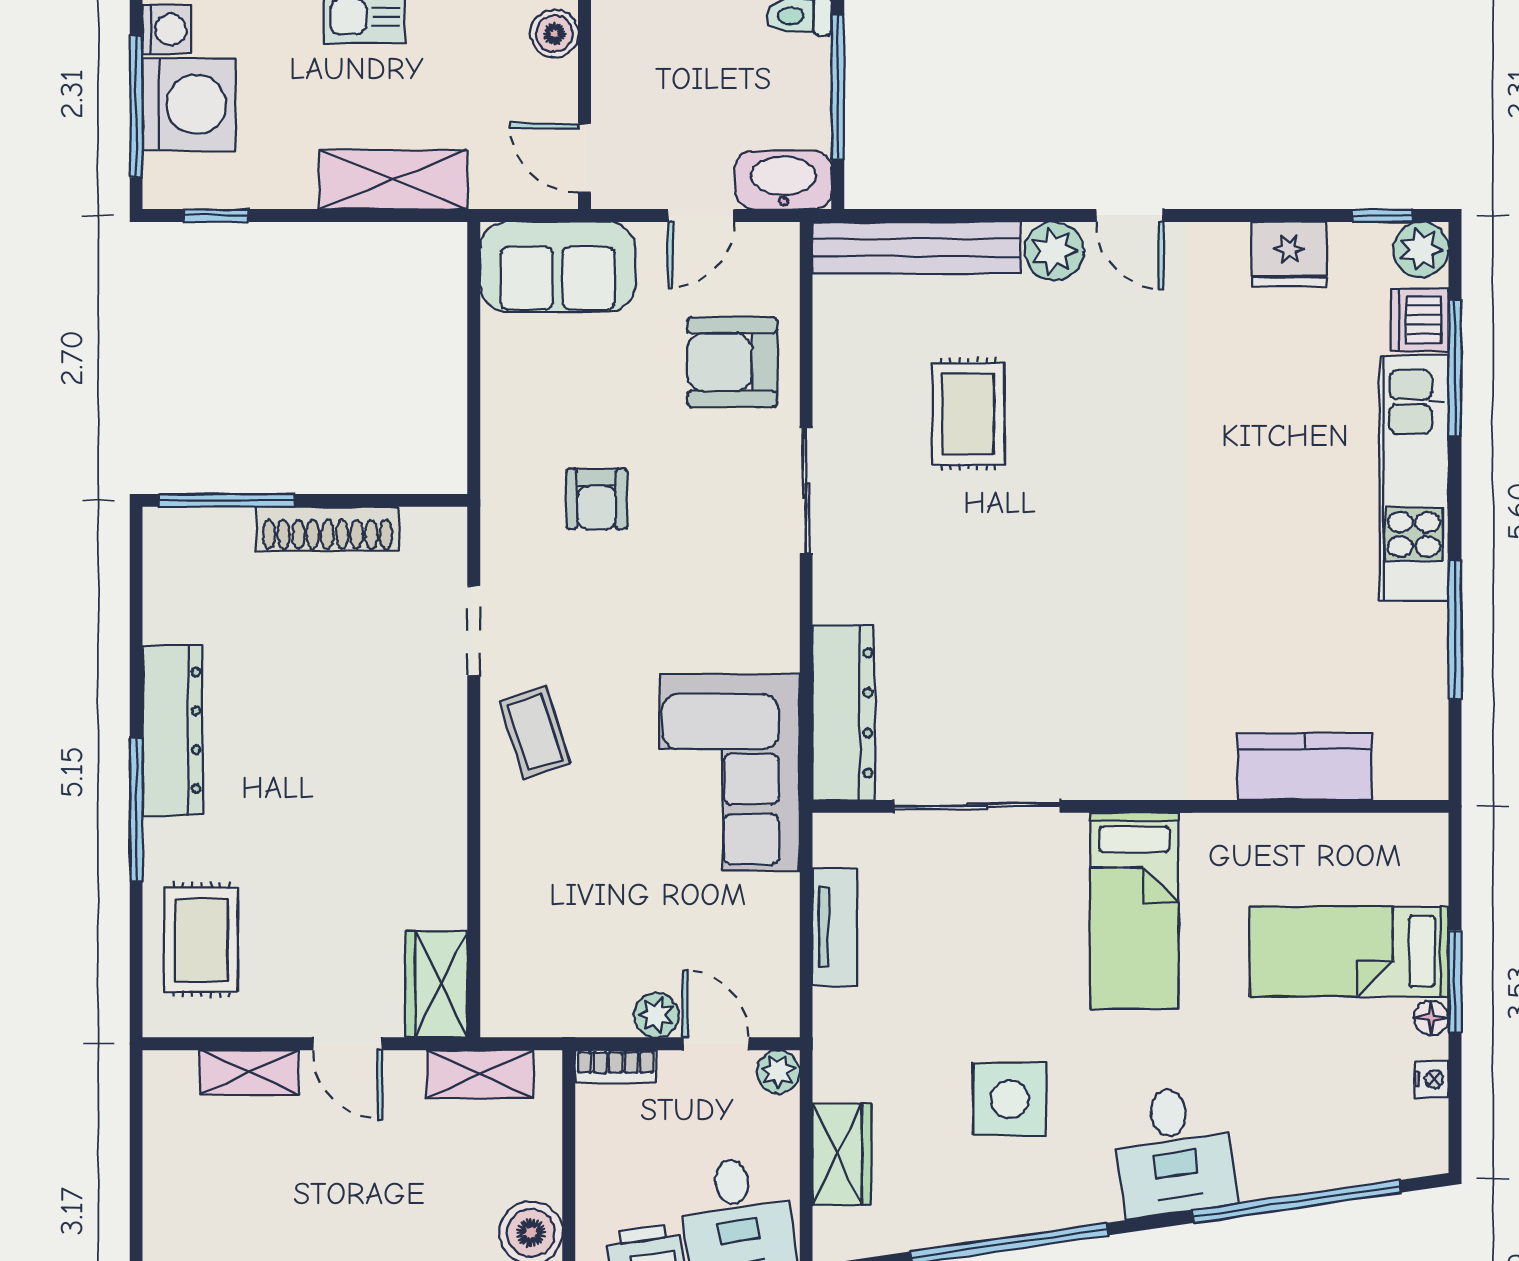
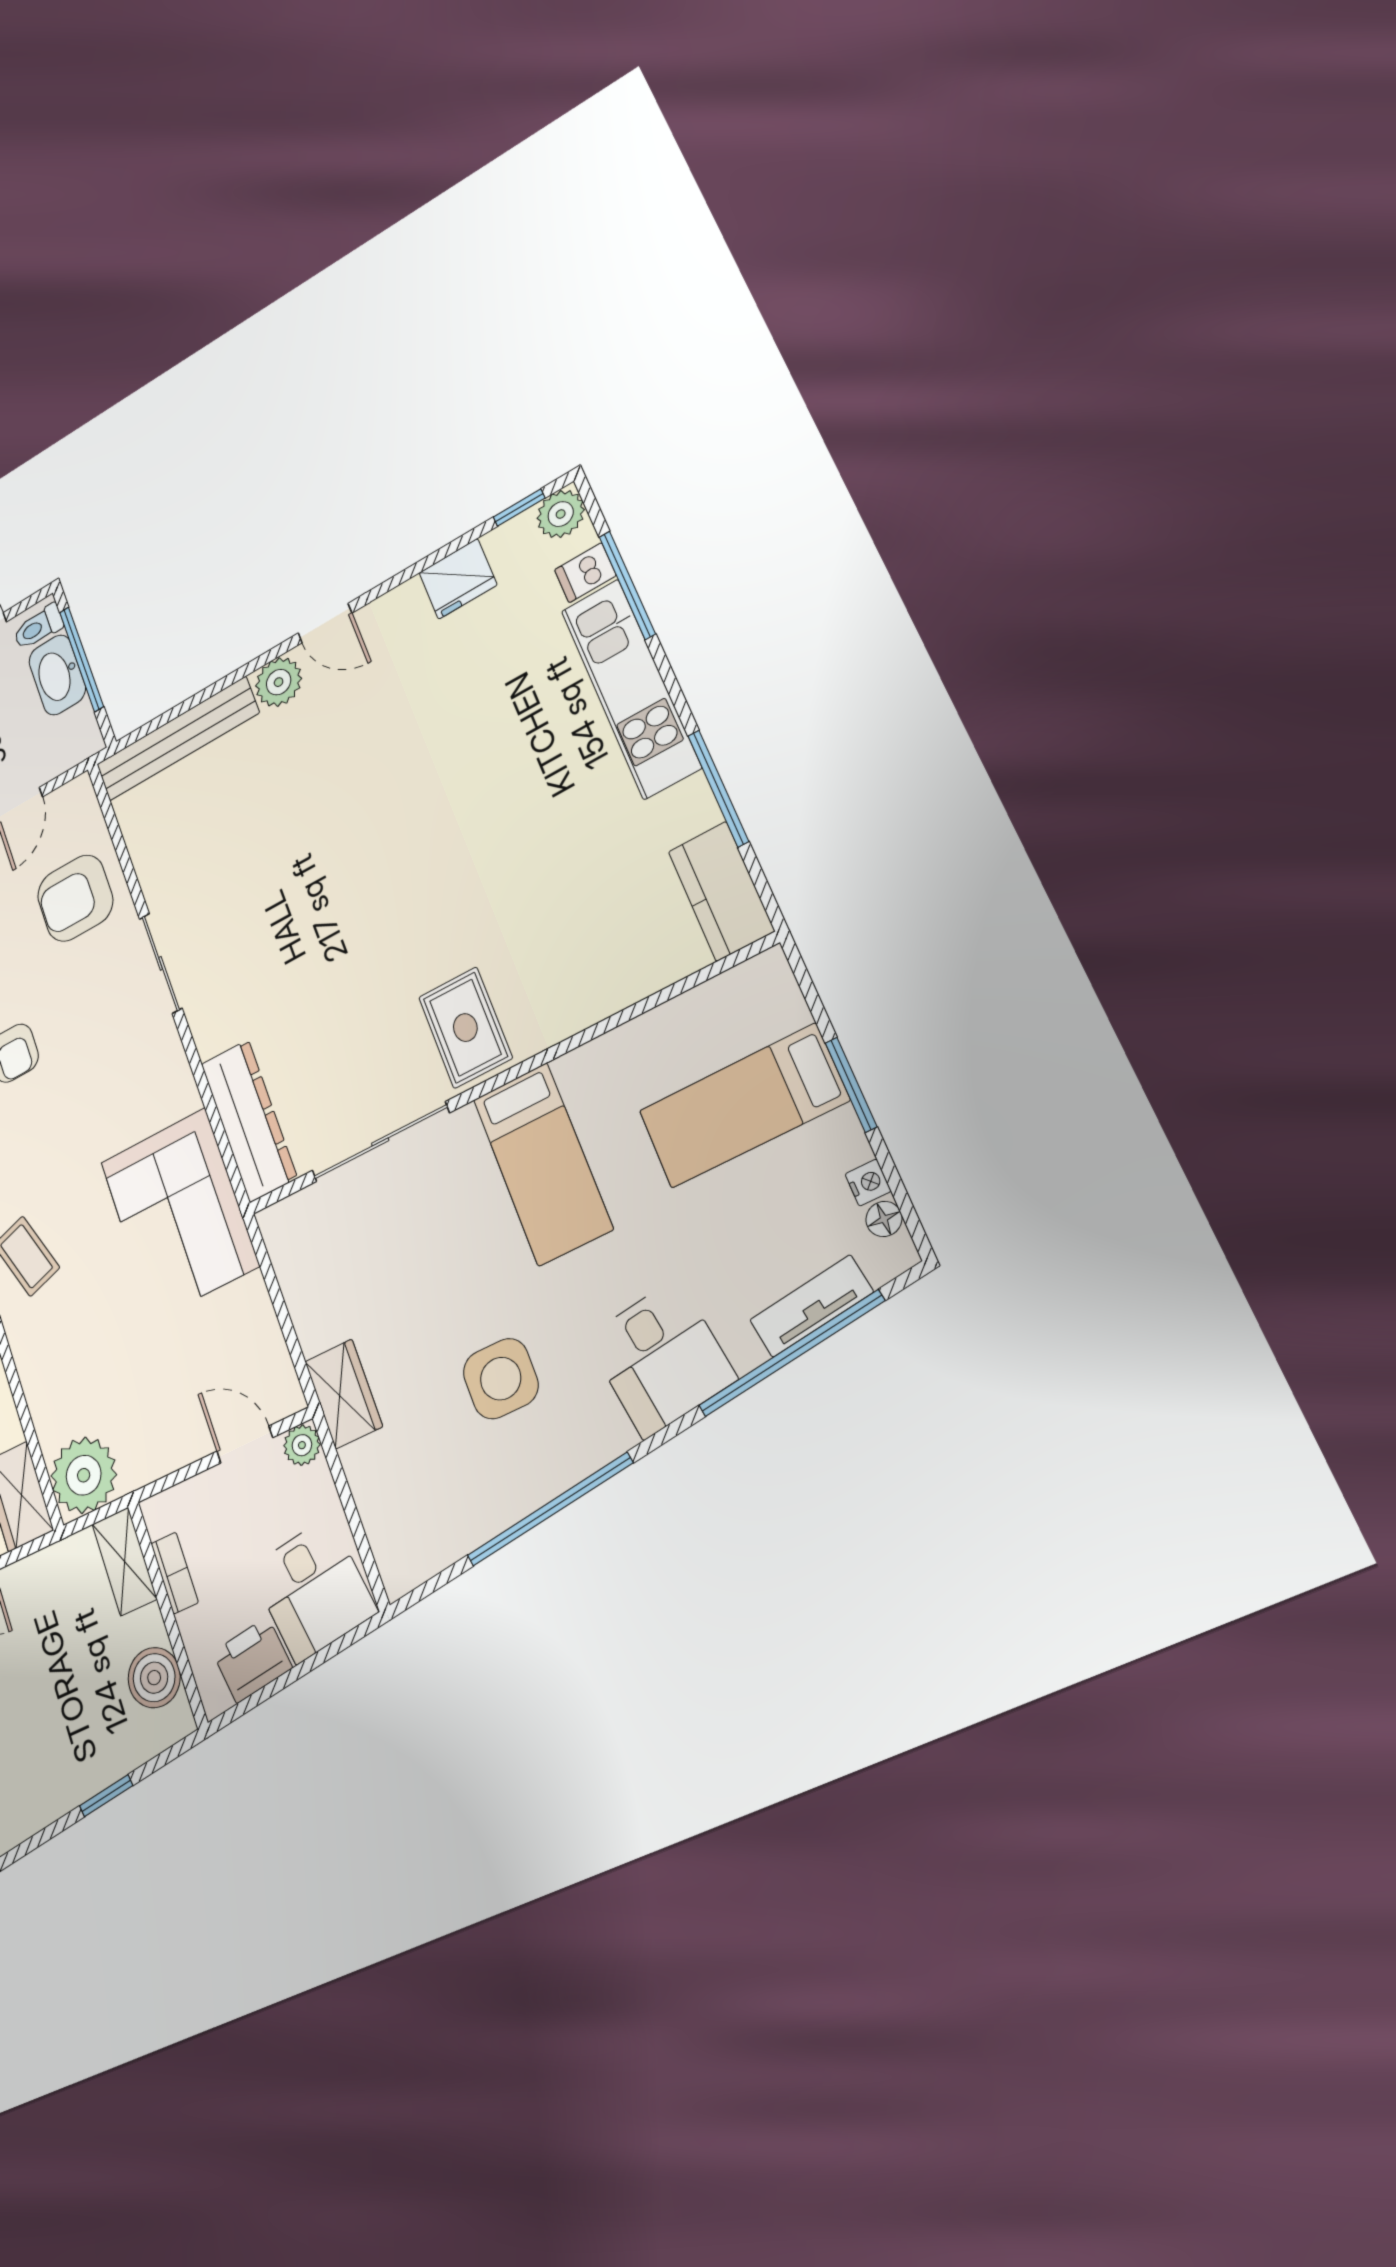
washbasin: (783, 180) -> (57, 675), moved, turned -90
dishwasher: (1420, 320) -> (585, 573), width x0.73
rug: (968, 414) -> (465, 1028), moved
kitchen counter: (1305, 767) -> (721, 891), moved, turned -90
tv unit: (835, 927) -> (811, 1306), moved, turned -98
plant: (656, 1015) -> (84, 1475), moved, width x1.87, depth x1.87
floor lamp: (1431, 1018) -> (884, 1219), moved
bookcase: (616, 1066) -> (175, 1573), moved, turned -90
shelving: (480, 1074) -> (124, 1561), moved, turned 90
wardrobe: (842, 1154) -> (344, 1394), moved

